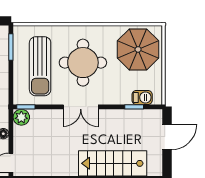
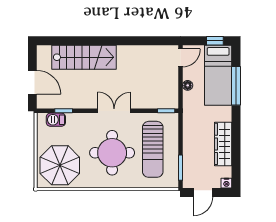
sun lounger: (40, 66) -> (153, 149), turned 180
plant: (21, 117) -> (171, 101), removed
door: (167, 137) -> (32, 82), swing flipped

